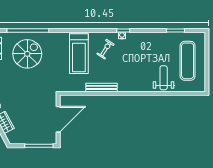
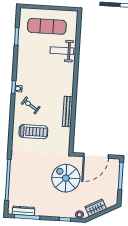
spiral stairs: (27, 54) -> (66, 178), moved
treadmill: (79, 54) -> (33, 132), width x0.73, depth x0.73
door: (58, 119) -> (96, 156), swing flipped

